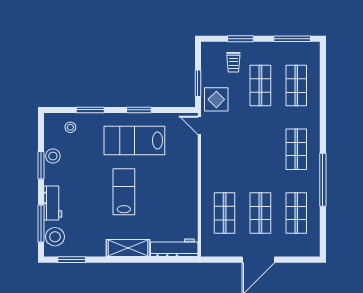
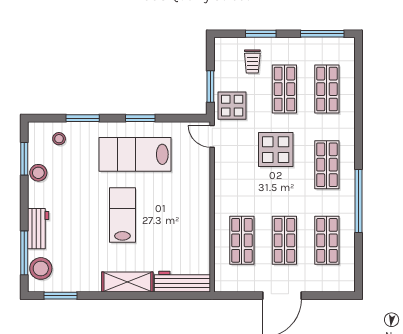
display table: (253, 136) -> (276, 150), added
window: (41, 165) -> (24, 159), moved

